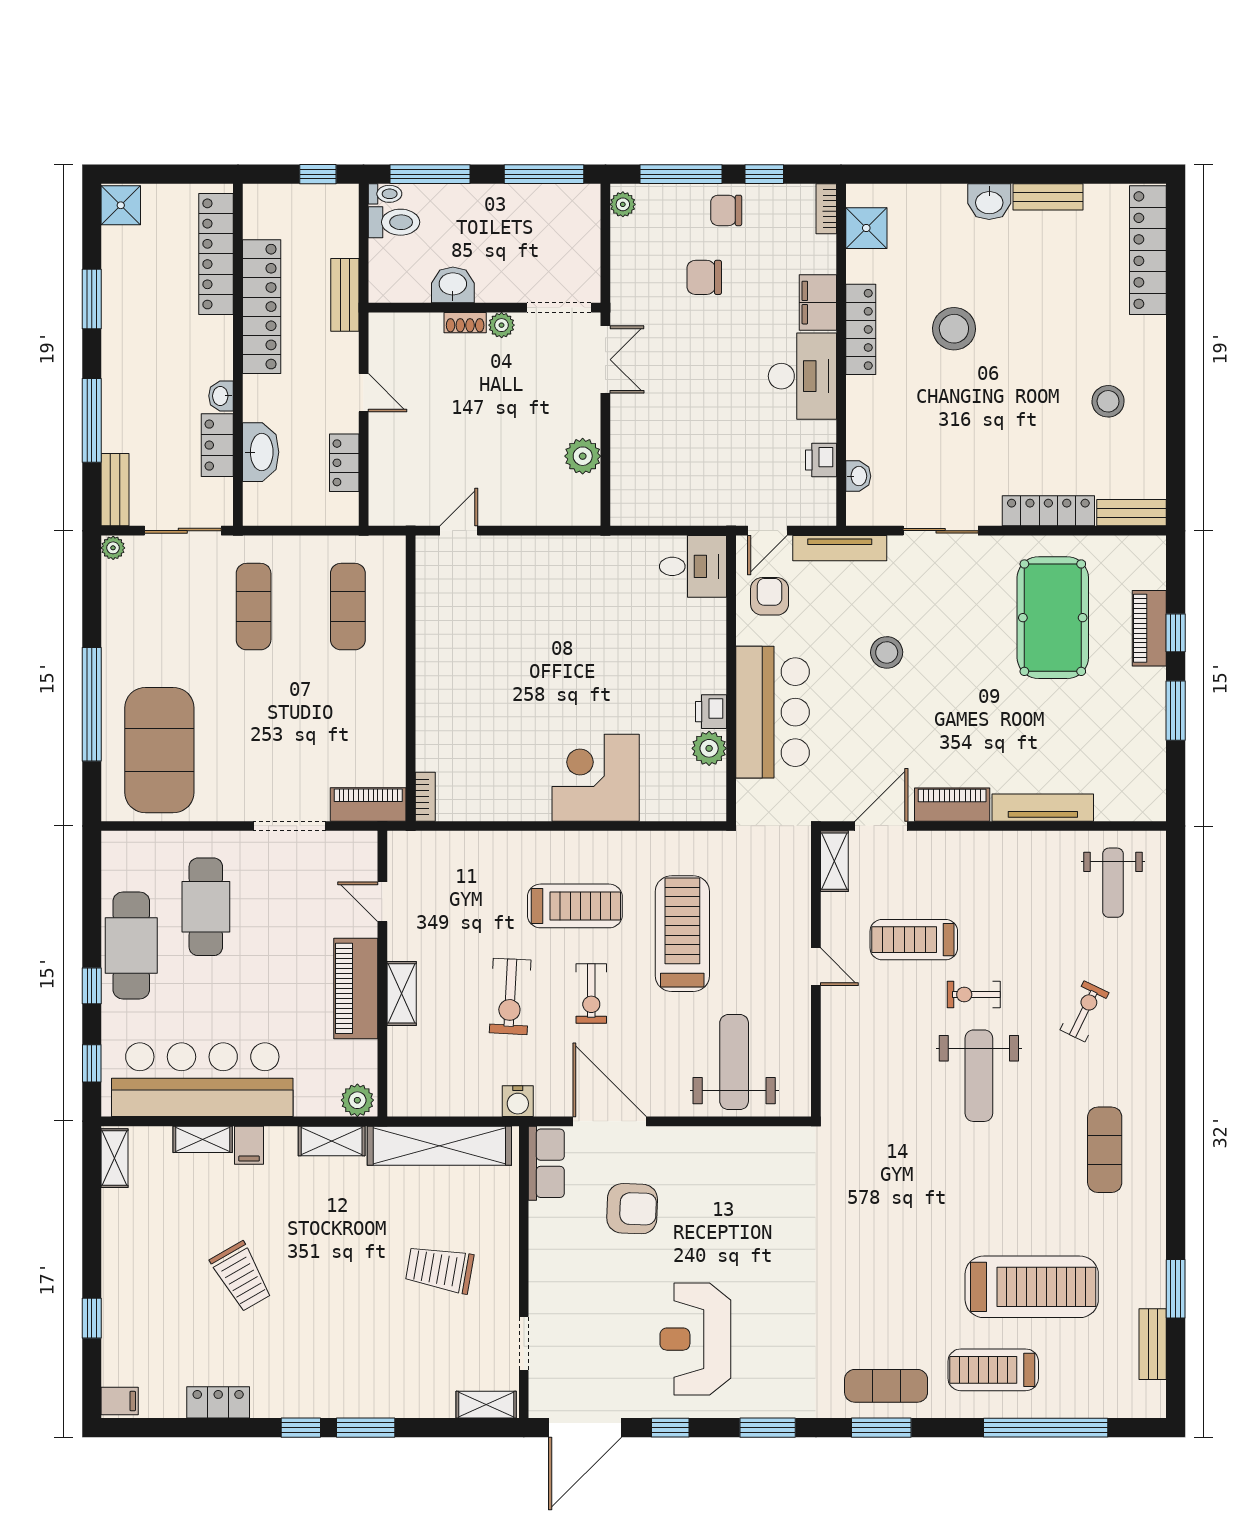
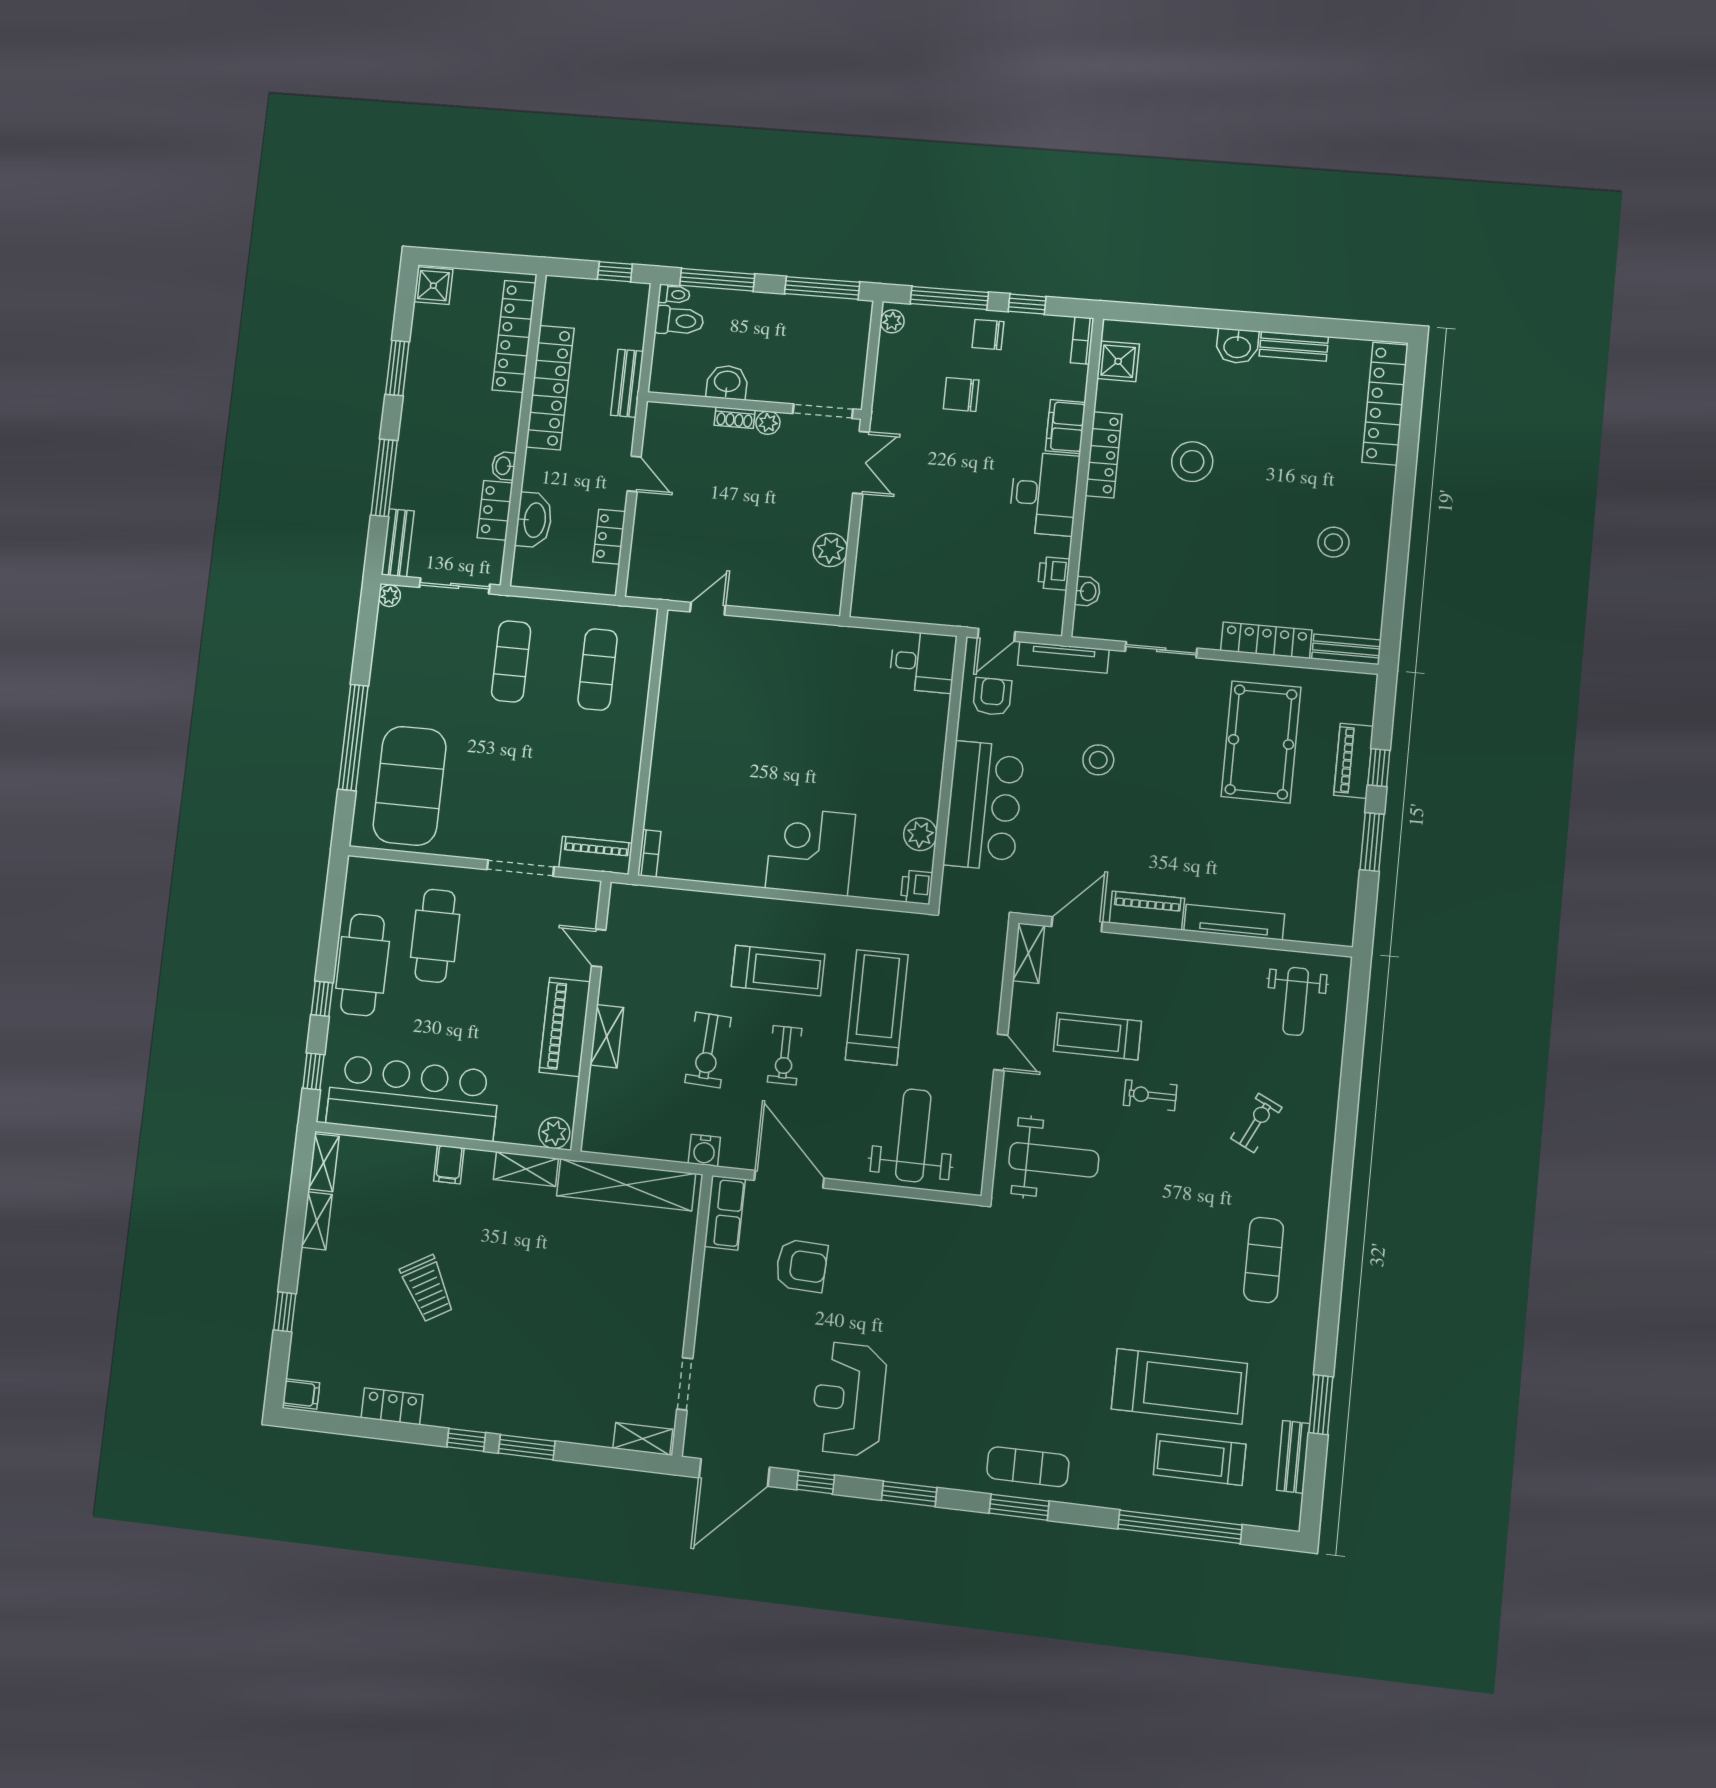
printer: (711, 712) -> (917, 887), moved
weight bench: (979, 1076) -> (1054, 1160), moved, turned -90
shelving: (203, 1139) -> (317, 1221), moved, turned 90
trolley: (440, 1269) -> (613, 1303), removed
treadmill: (993, 1370) -> (1199, 1460), moved

